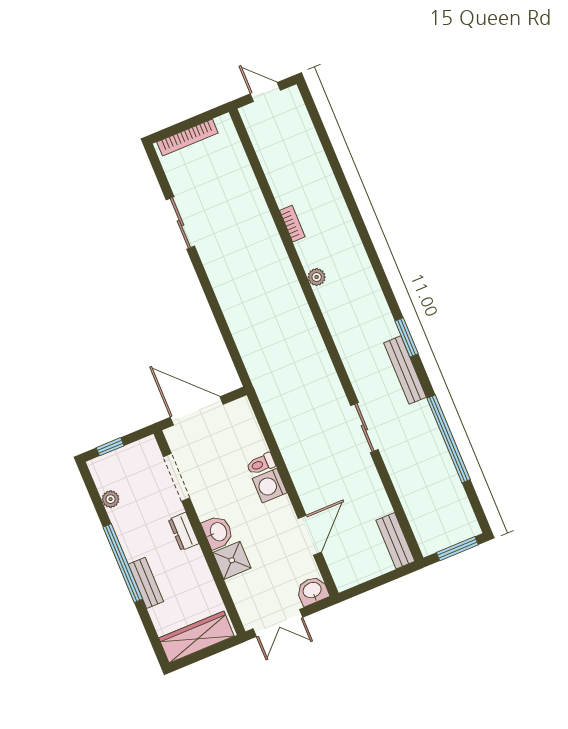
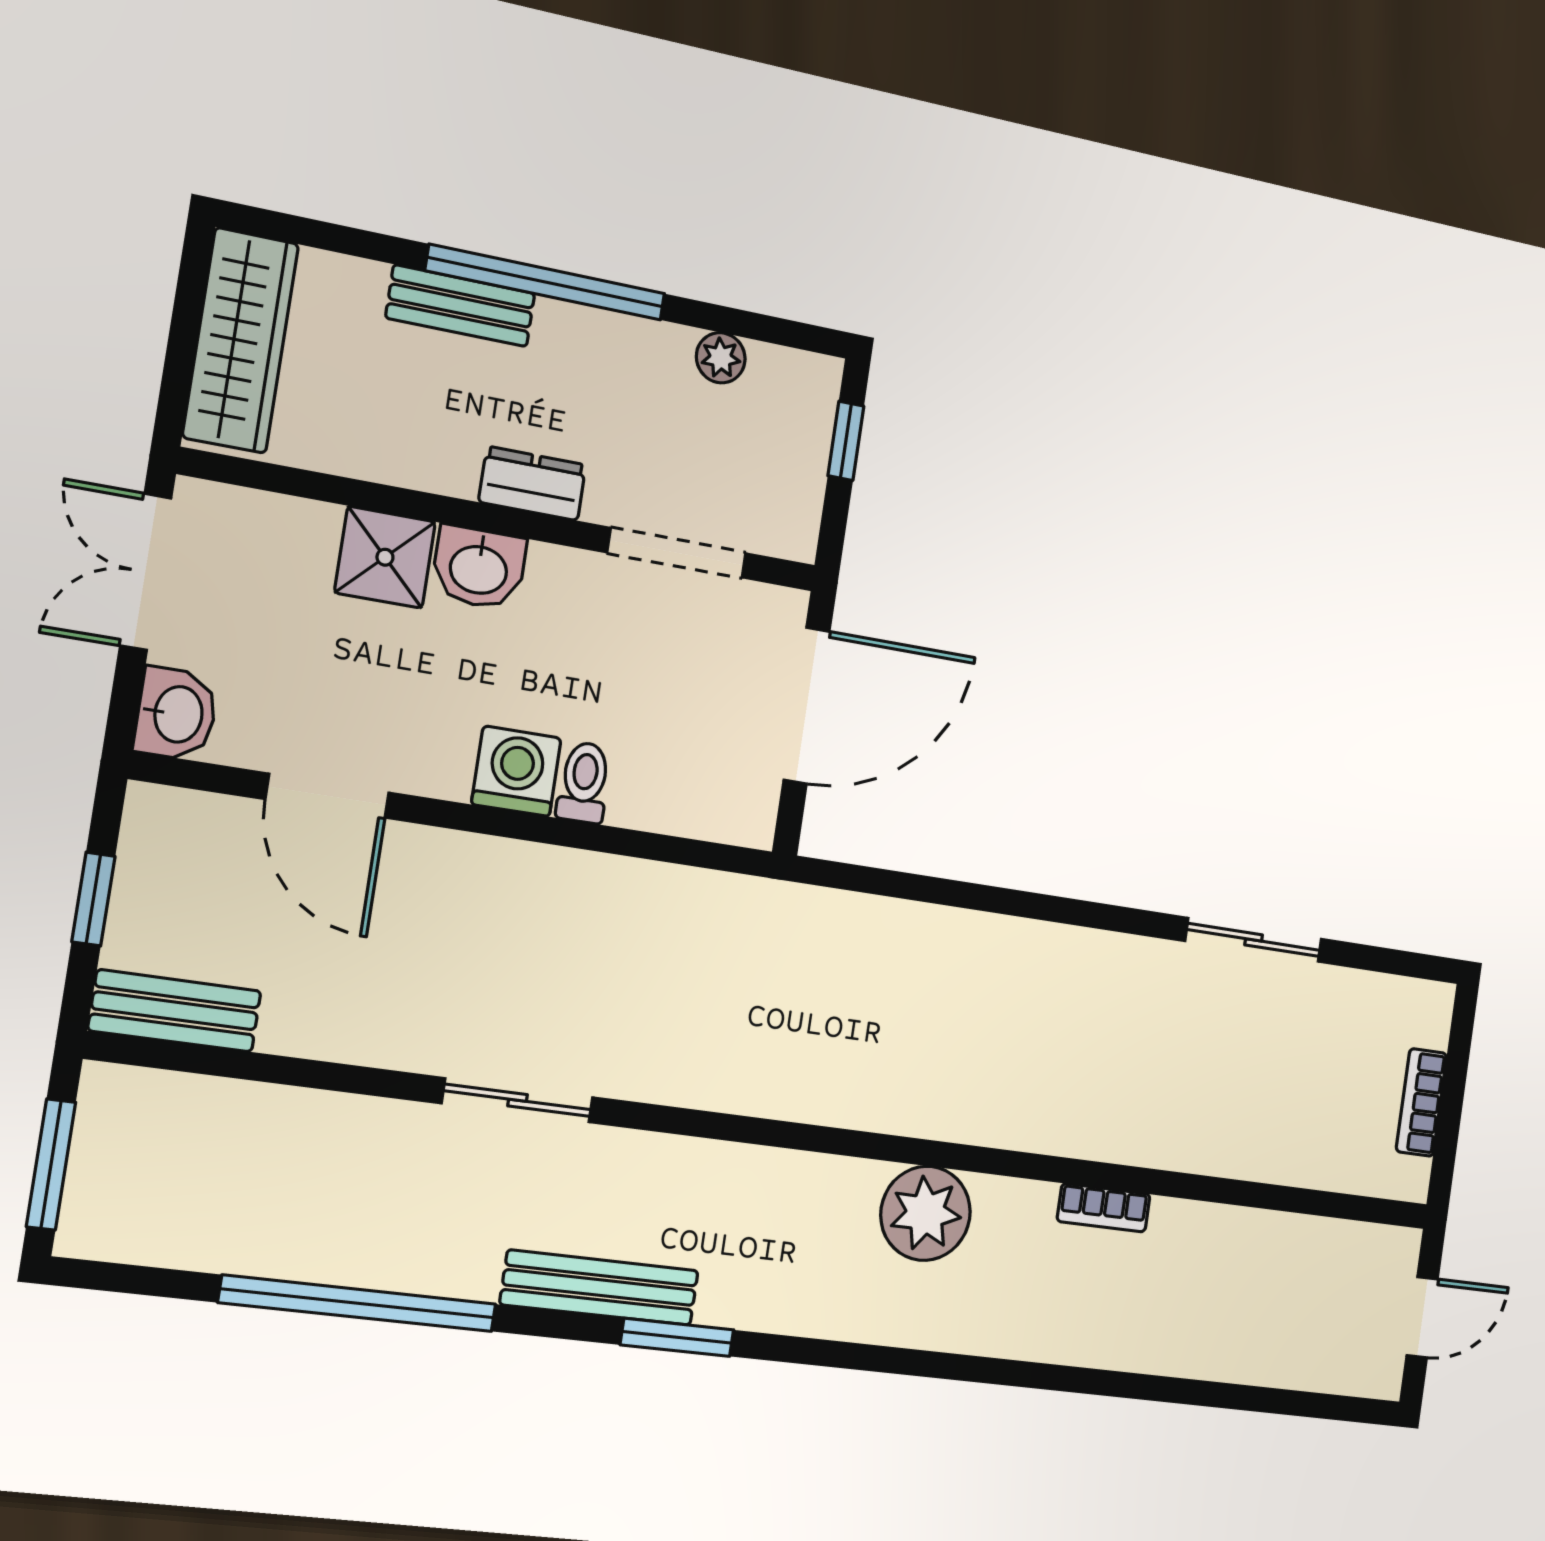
bookcase: (187, 138) -> (1422, 1102), width x0.64
plant: (317, 277) -> (926, 1213), width x1.88, depth x1.88
window: (377, 582) -> (93, 899), added

